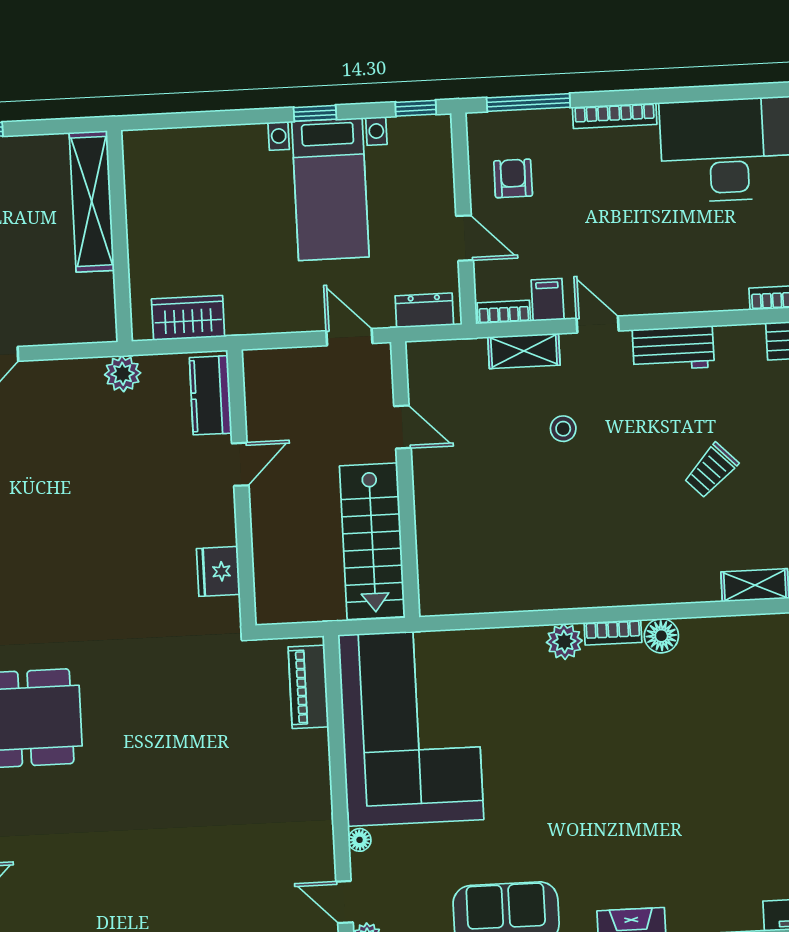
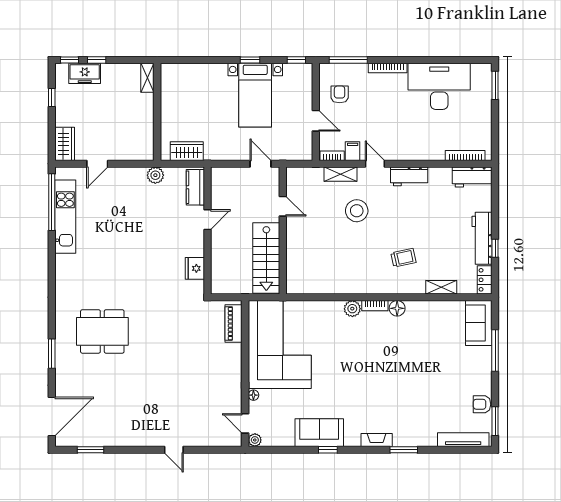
shelving: (92, 201) -> (147, 78), width x0.45, depth x0.75
dresser: (424, 310) -> (296, 153), removed
stool: (563, 429) -> (357, 211), width x1.89, depth x1.89
trolley: (711, 470) -> (403, 258), moved, turned -147

